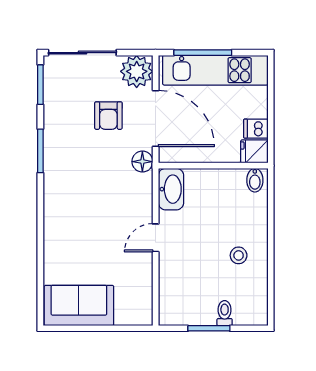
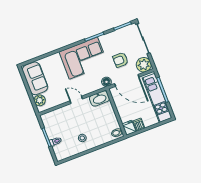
door: (156, 119) -> (127, 80), hinge flipped
corner sofa: (76, 190) -> (83, 58), added
plant: (128, 313) -> (40, 100), added

